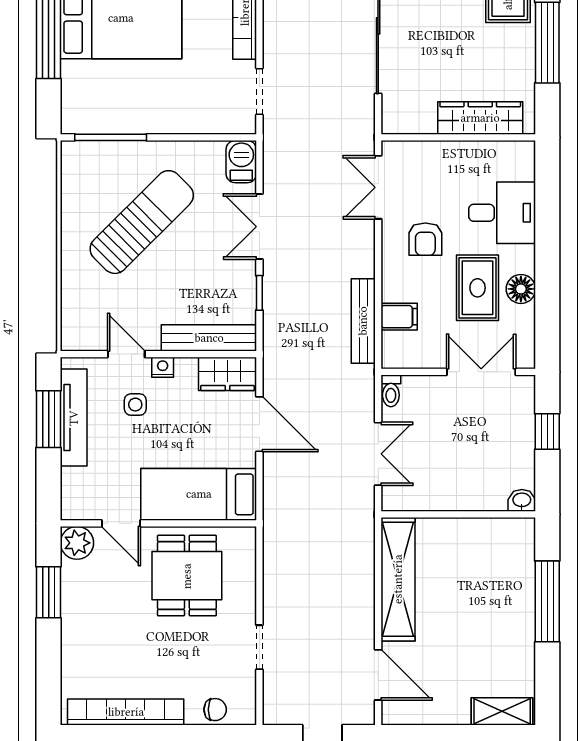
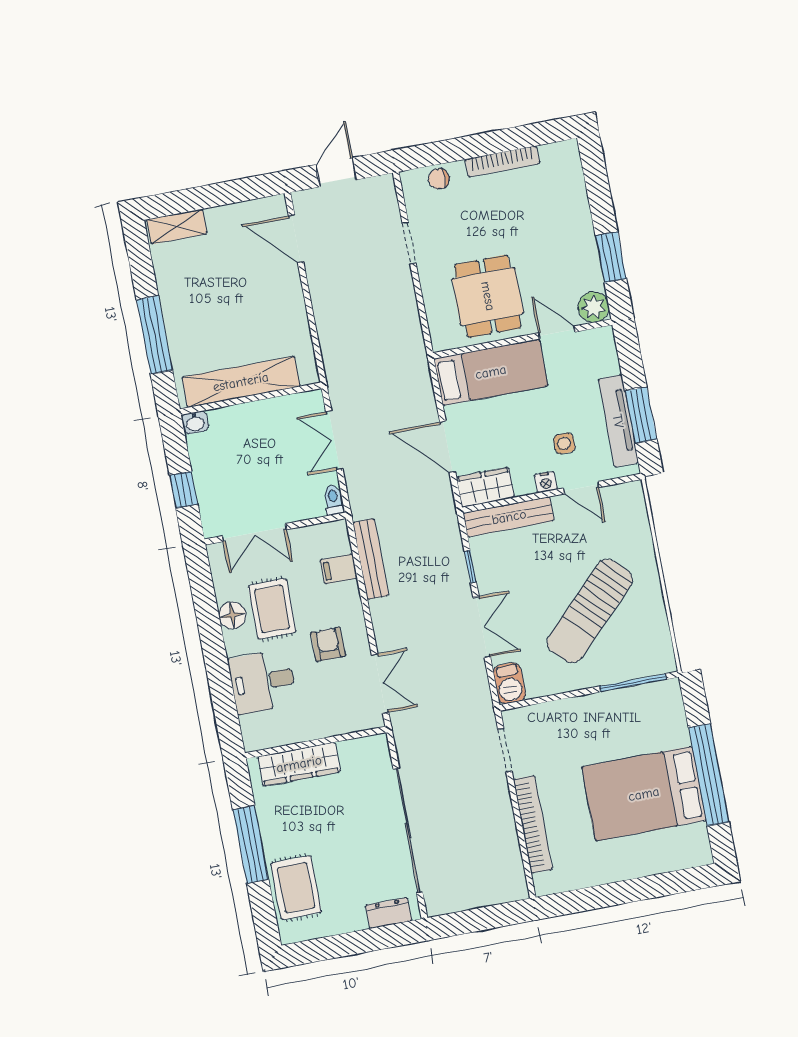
shelving: (398, 579) -> (241, 382), moved, turned 90
bookcase: (126, 712) -> (502, 162), width x0.68, depth x0.76

